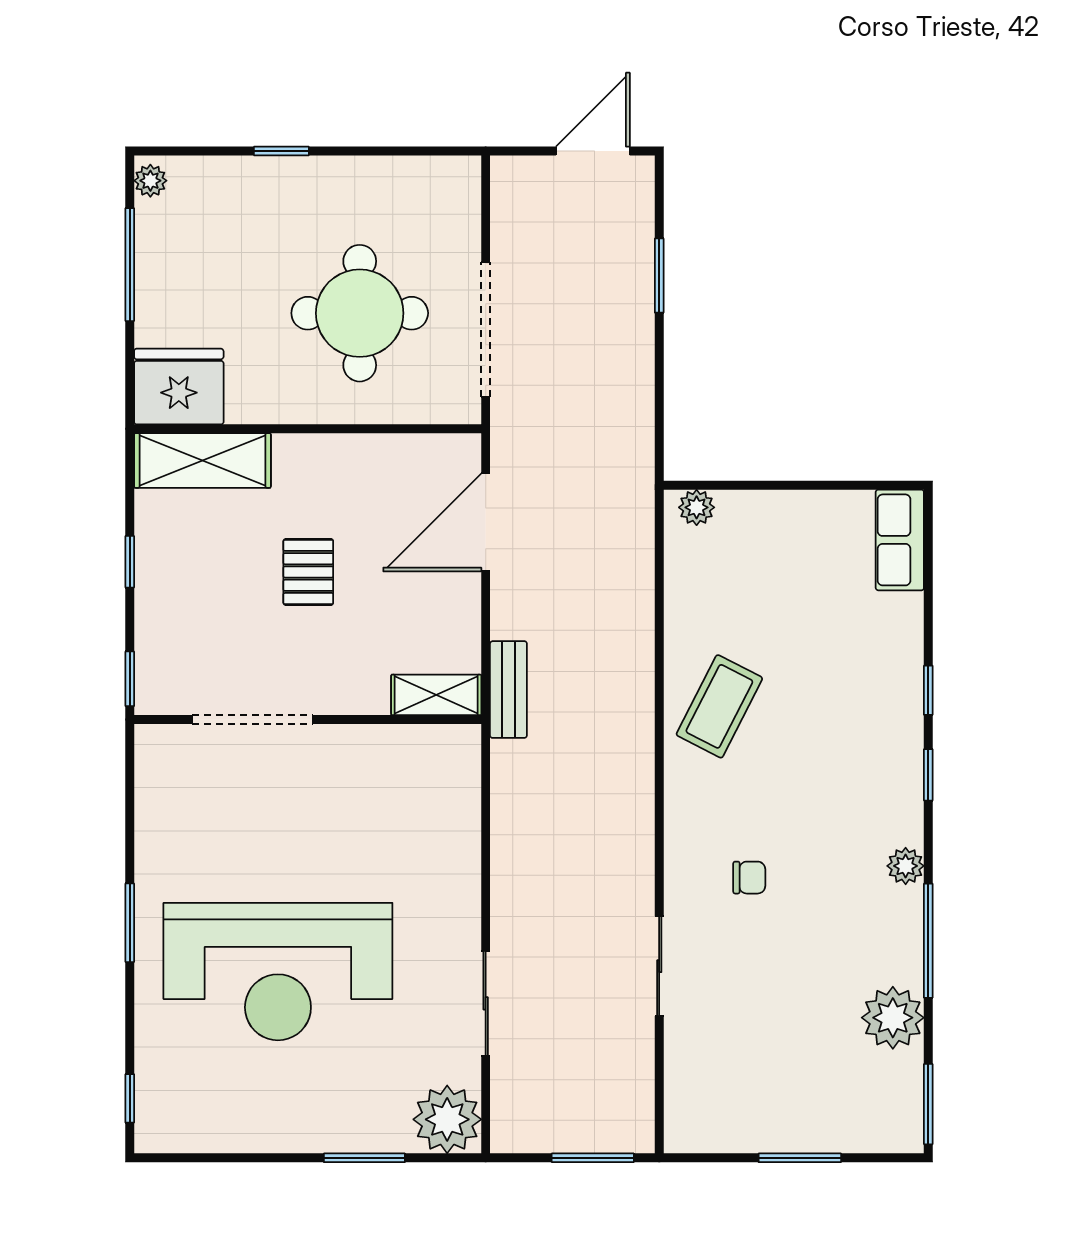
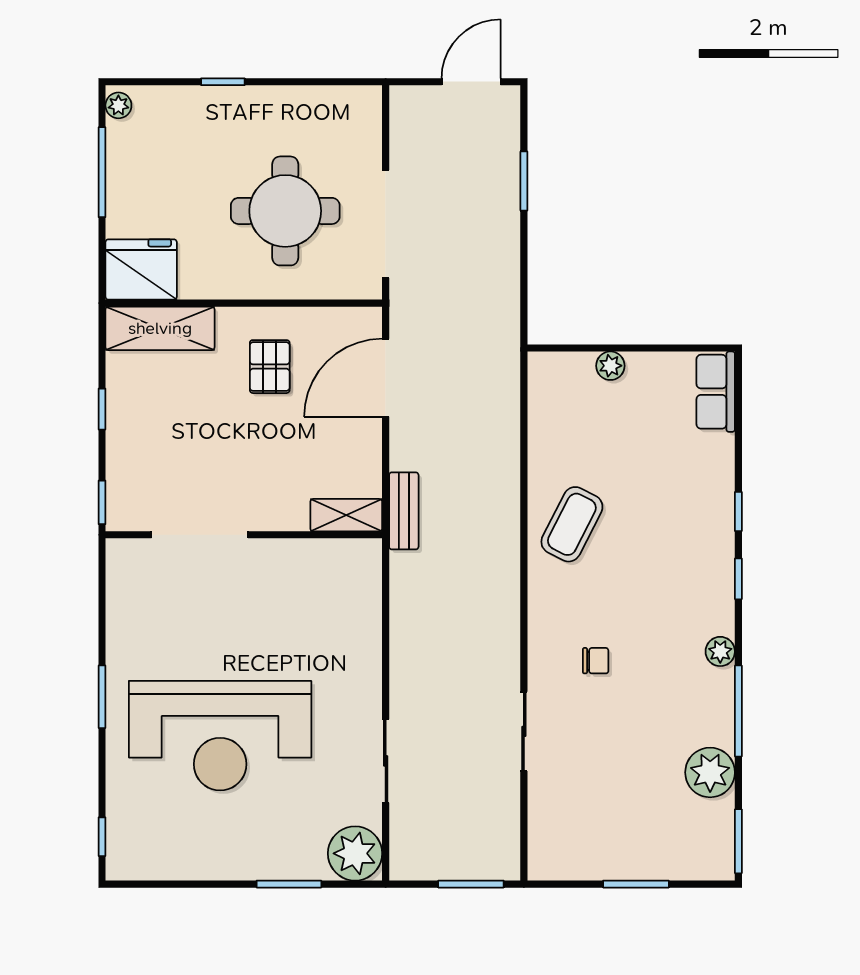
plant: (697, 507) -> (610, 366), moved
pallet: (308, 572) -> (270, 367), moved

